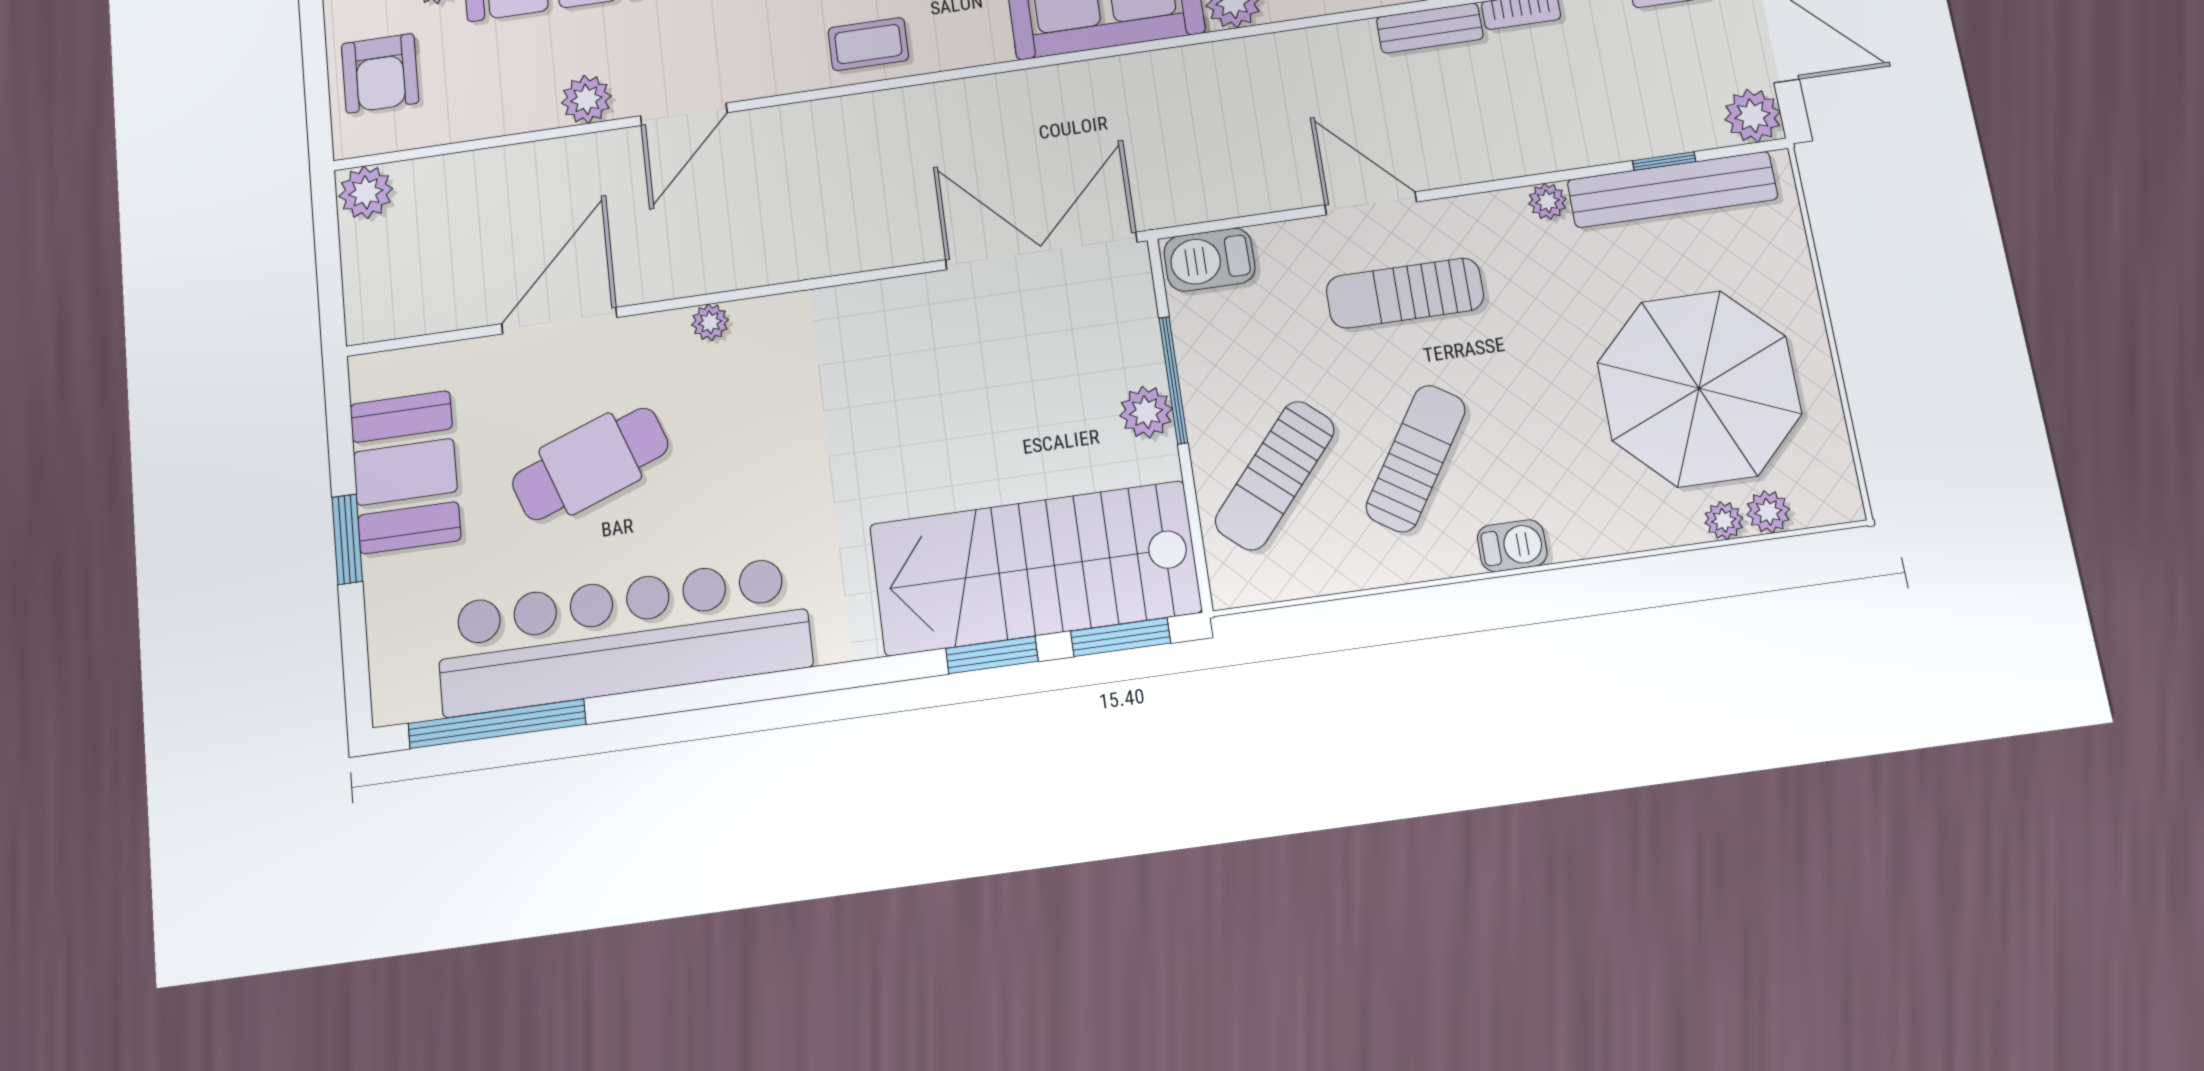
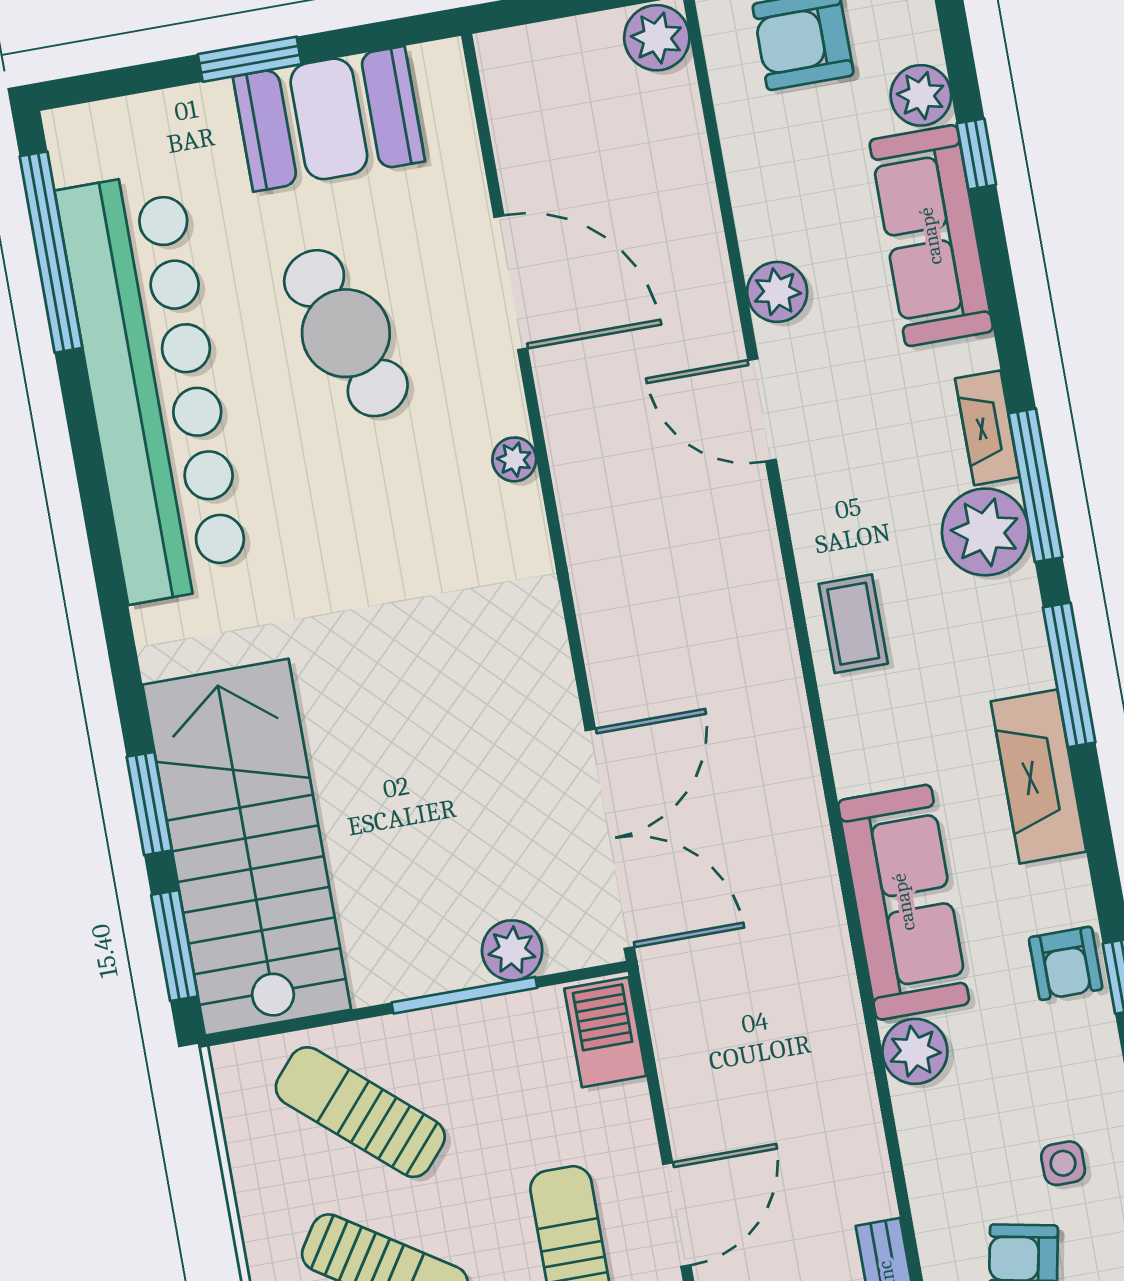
plant: (1146, 412) -> (512, 950), moved

